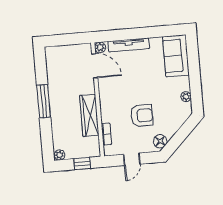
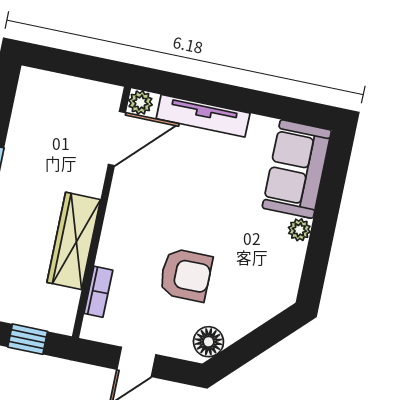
door: (95, 66) -> (117, 138), hinge flipped
plant: (186, 97) -> (299, 230), moved

